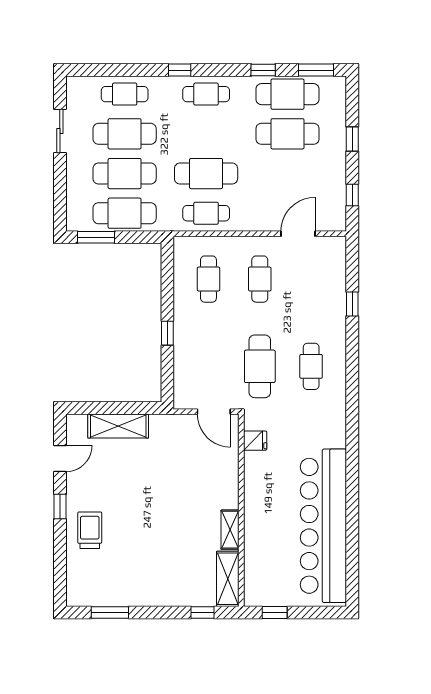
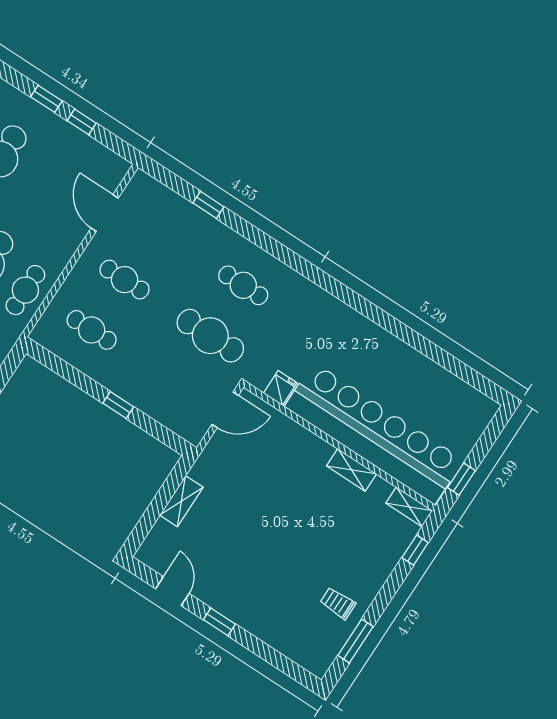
window: (352, 195) -> (82, 122), moved
shelving: (118, 426) -> (181, 501), width x0.67, depth x0.75
bar counter: (323, 526) -> (374, 433), moved, turned 180
trolley: (90, 530) -> (338, 603), moved, width x0.73, depth x0.72
shelving: (228, 579) -> (409, 507), width x0.67, depth x0.75

